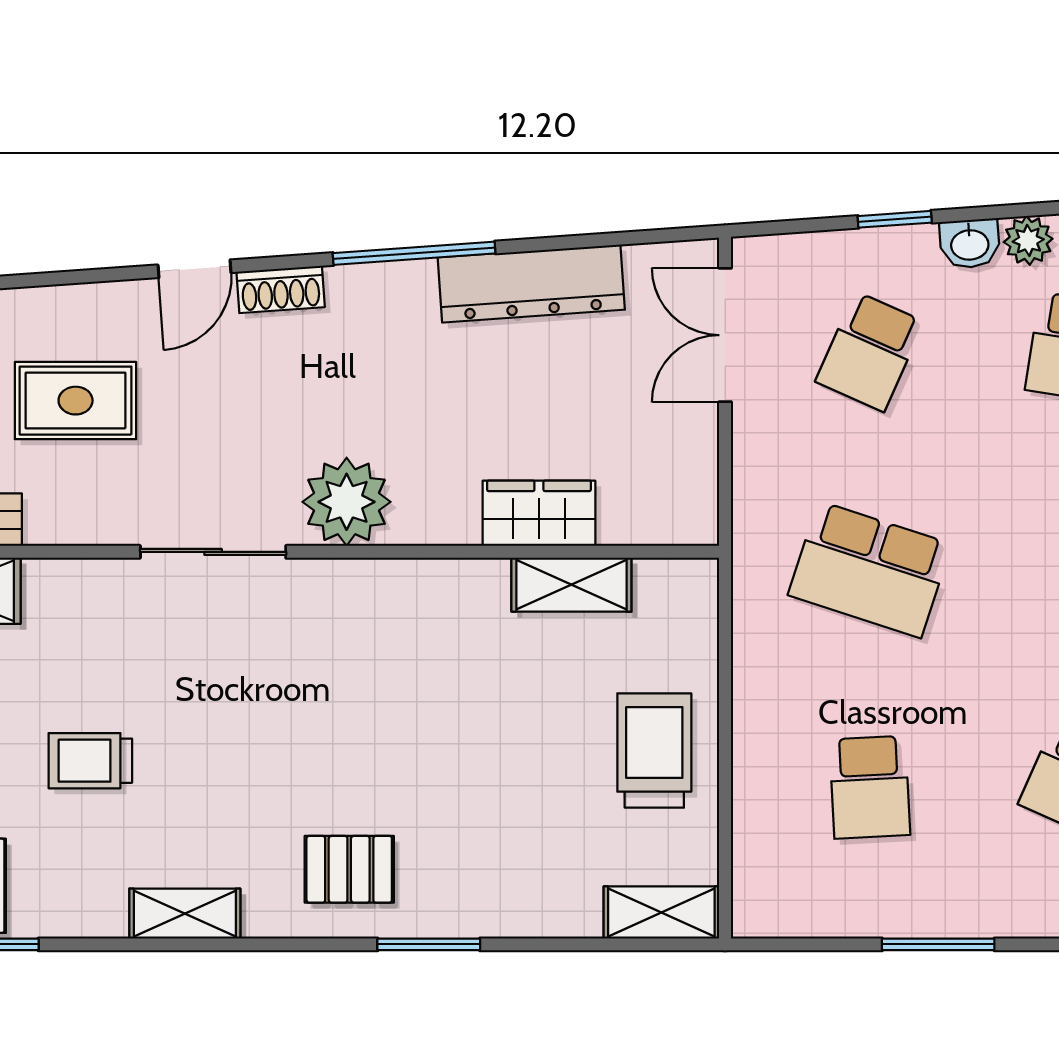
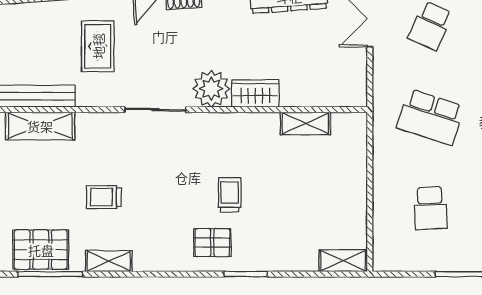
rug: (76, 401) -> (98, 46), turned 90
wardrobe: (539, 513) -> (255, 93), moved
trolley: (654, 750) -> (230, 195), moved, width x0.73, depth x0.72
shelving: (185, 914) -> (109, 261), moved

